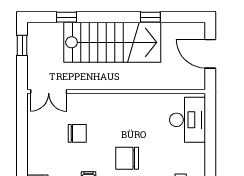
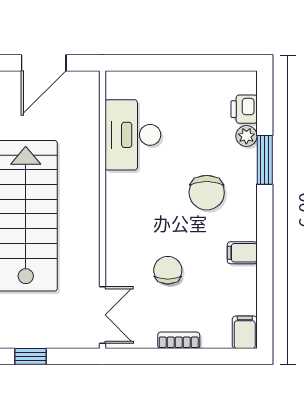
desk: (187, 120) -> (133, 135), moved, turned -90
bookcase: (32, 140) -> (179, 340), added

